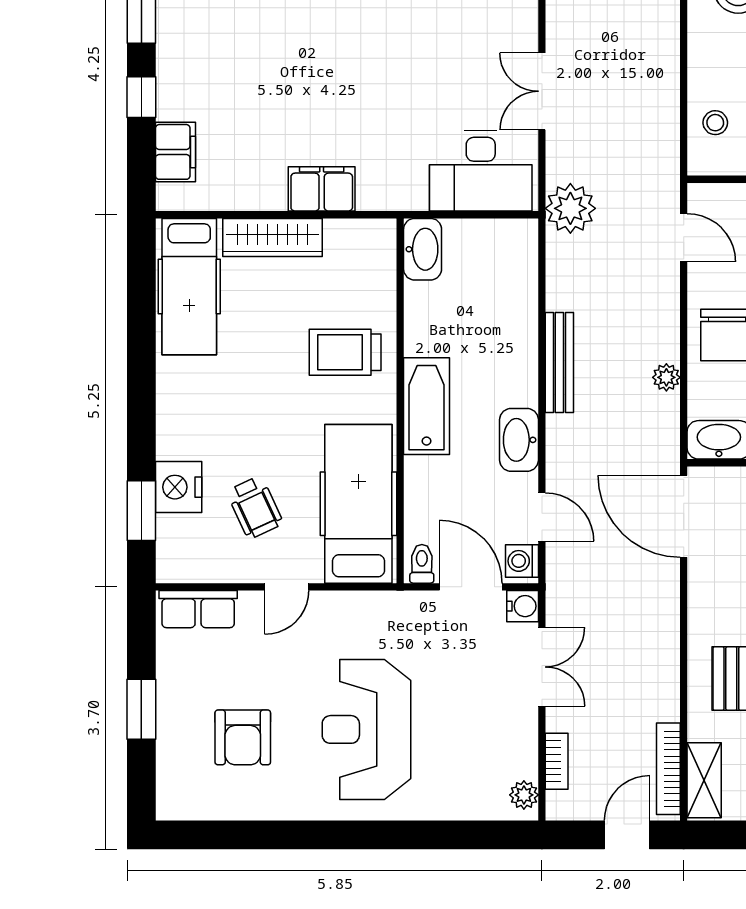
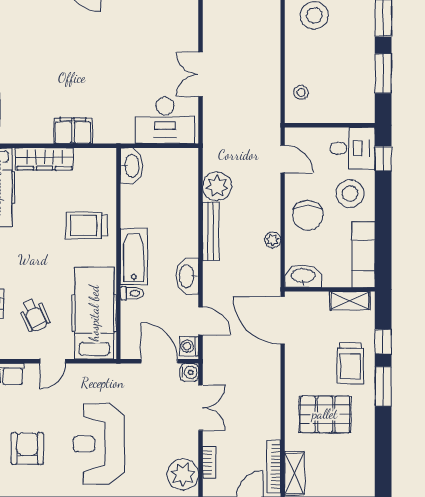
plant: (570, 208) -> (217, 186), moved
toilet: (422, 564) -> (132, 293), moved, turned 90
armchair: (243, 737) -> (27, 448), turned 180
plant: (524, 795) -> (183, 475), width x1.88, depth x1.88

